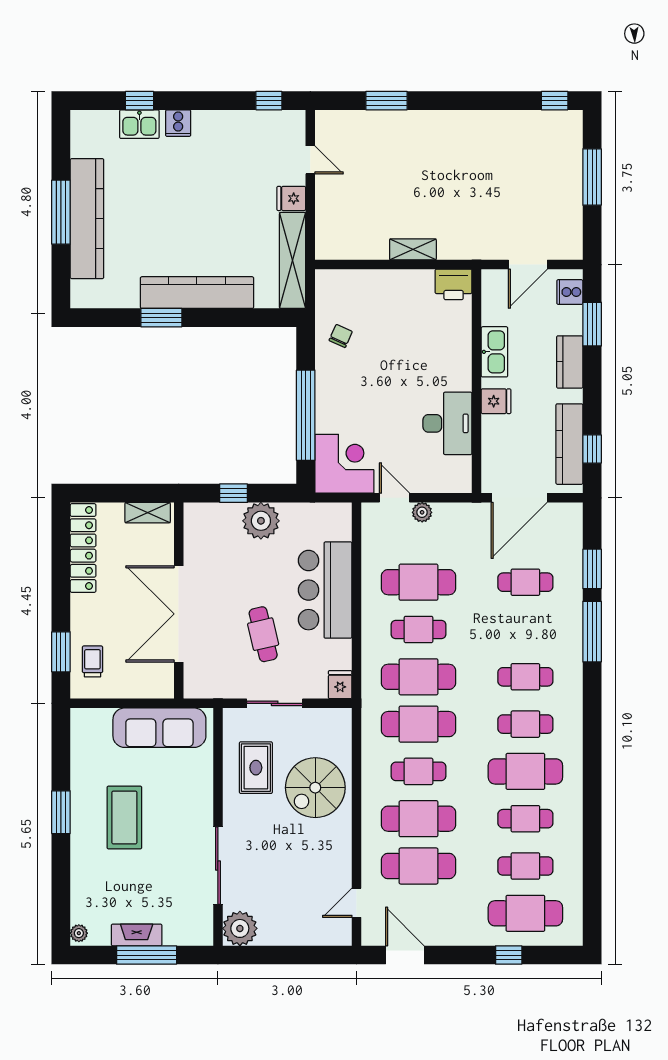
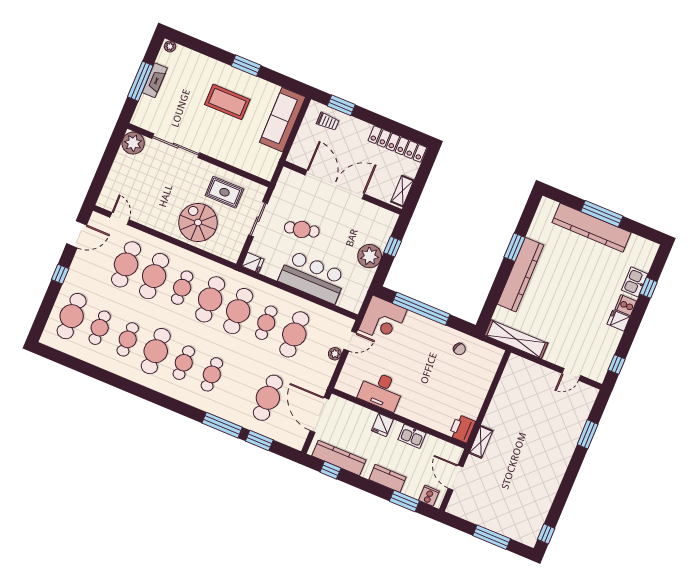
fridge: (291, 198) -> (618, 321), moved, turned -90
shelving: (413, 249) -> (481, 442), moved
kitchen sink: (494, 352) -> (412, 436), width x0.73
cafe table: (525, 582) -> (268, 398), width x1.37, depth x1.35
sofa: (159, 728) -> (282, 120), moved
window: (509, 955) -> (60, 274), moved

